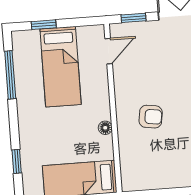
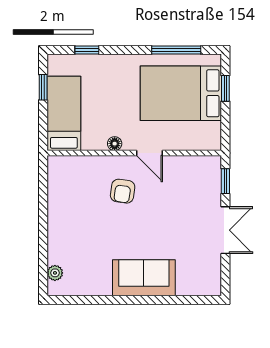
door: (109, 51) -> (149, 153), moved
bed: (61, 67) -> (181, 93), width x1.50

